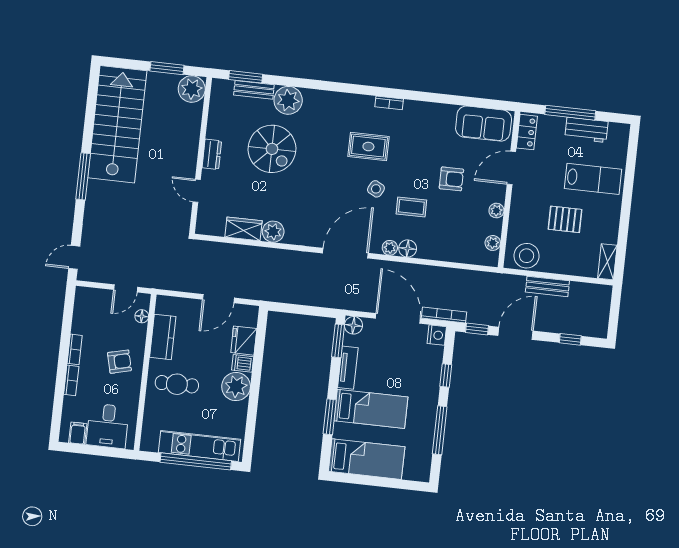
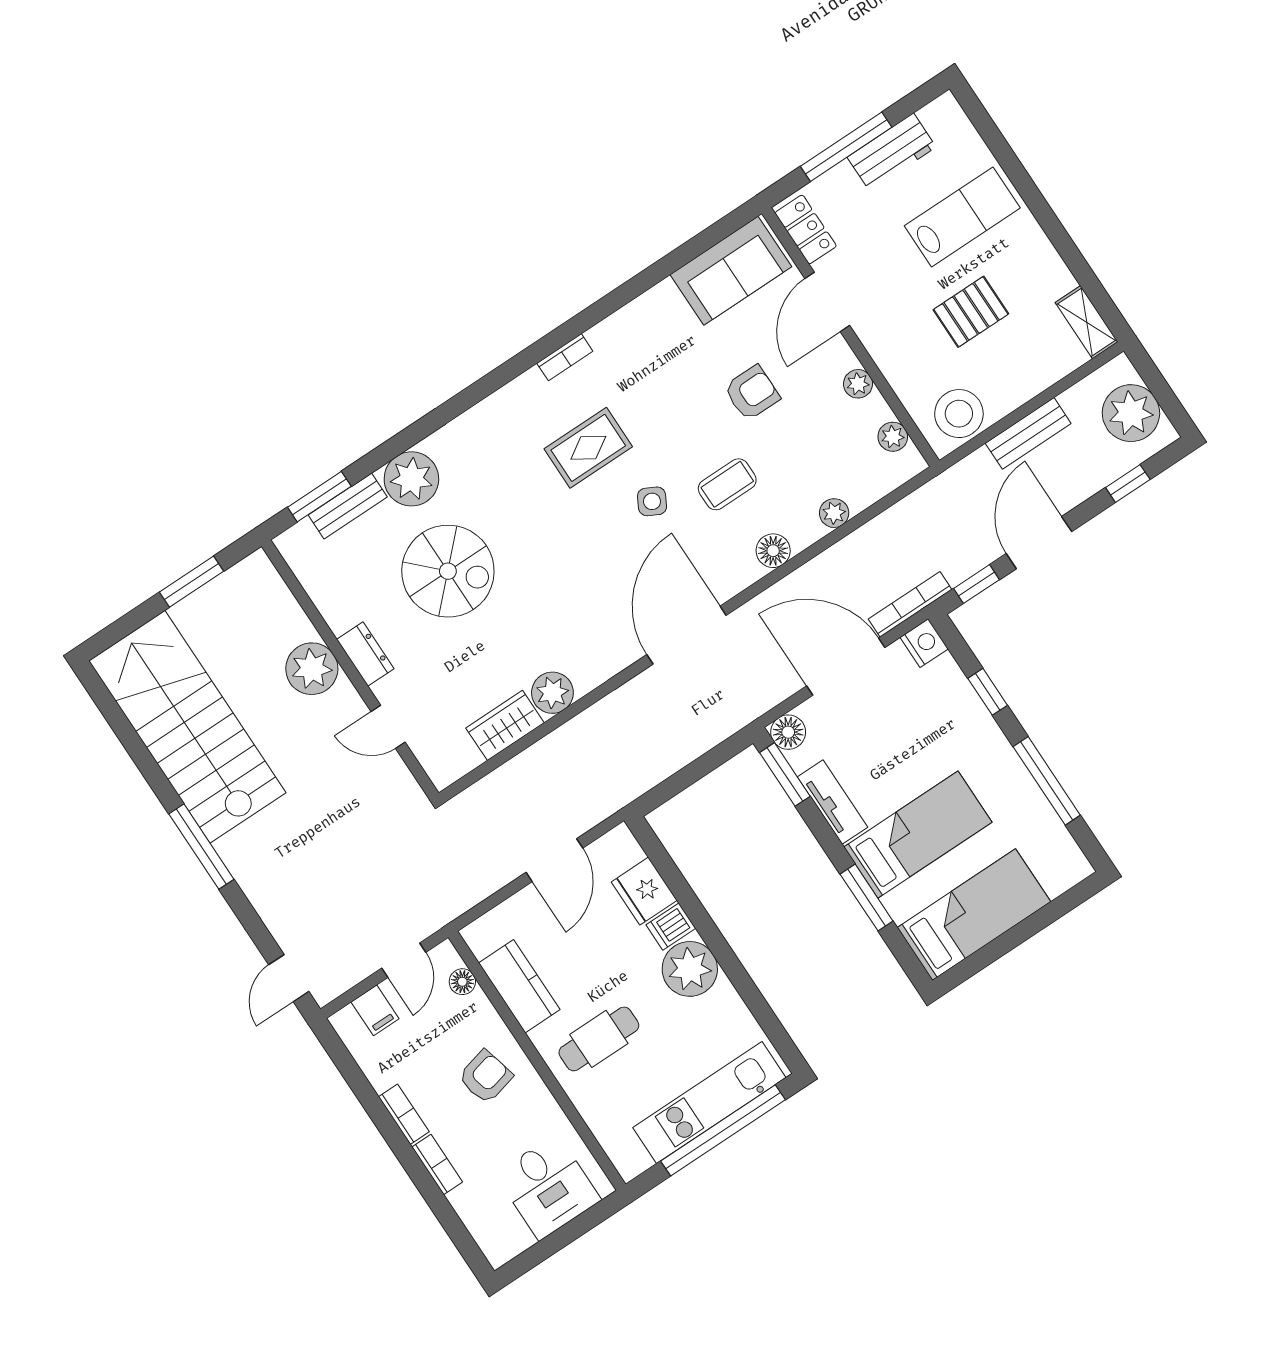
plant: (192, 89) -> (312, 669), moved
plant: (390, 248) -> (834, 513), moved
plant: (595, 312) -> (1131, 413), added
filing cabinet: (78, 433) -> (375, 1010), moved, turned 180

